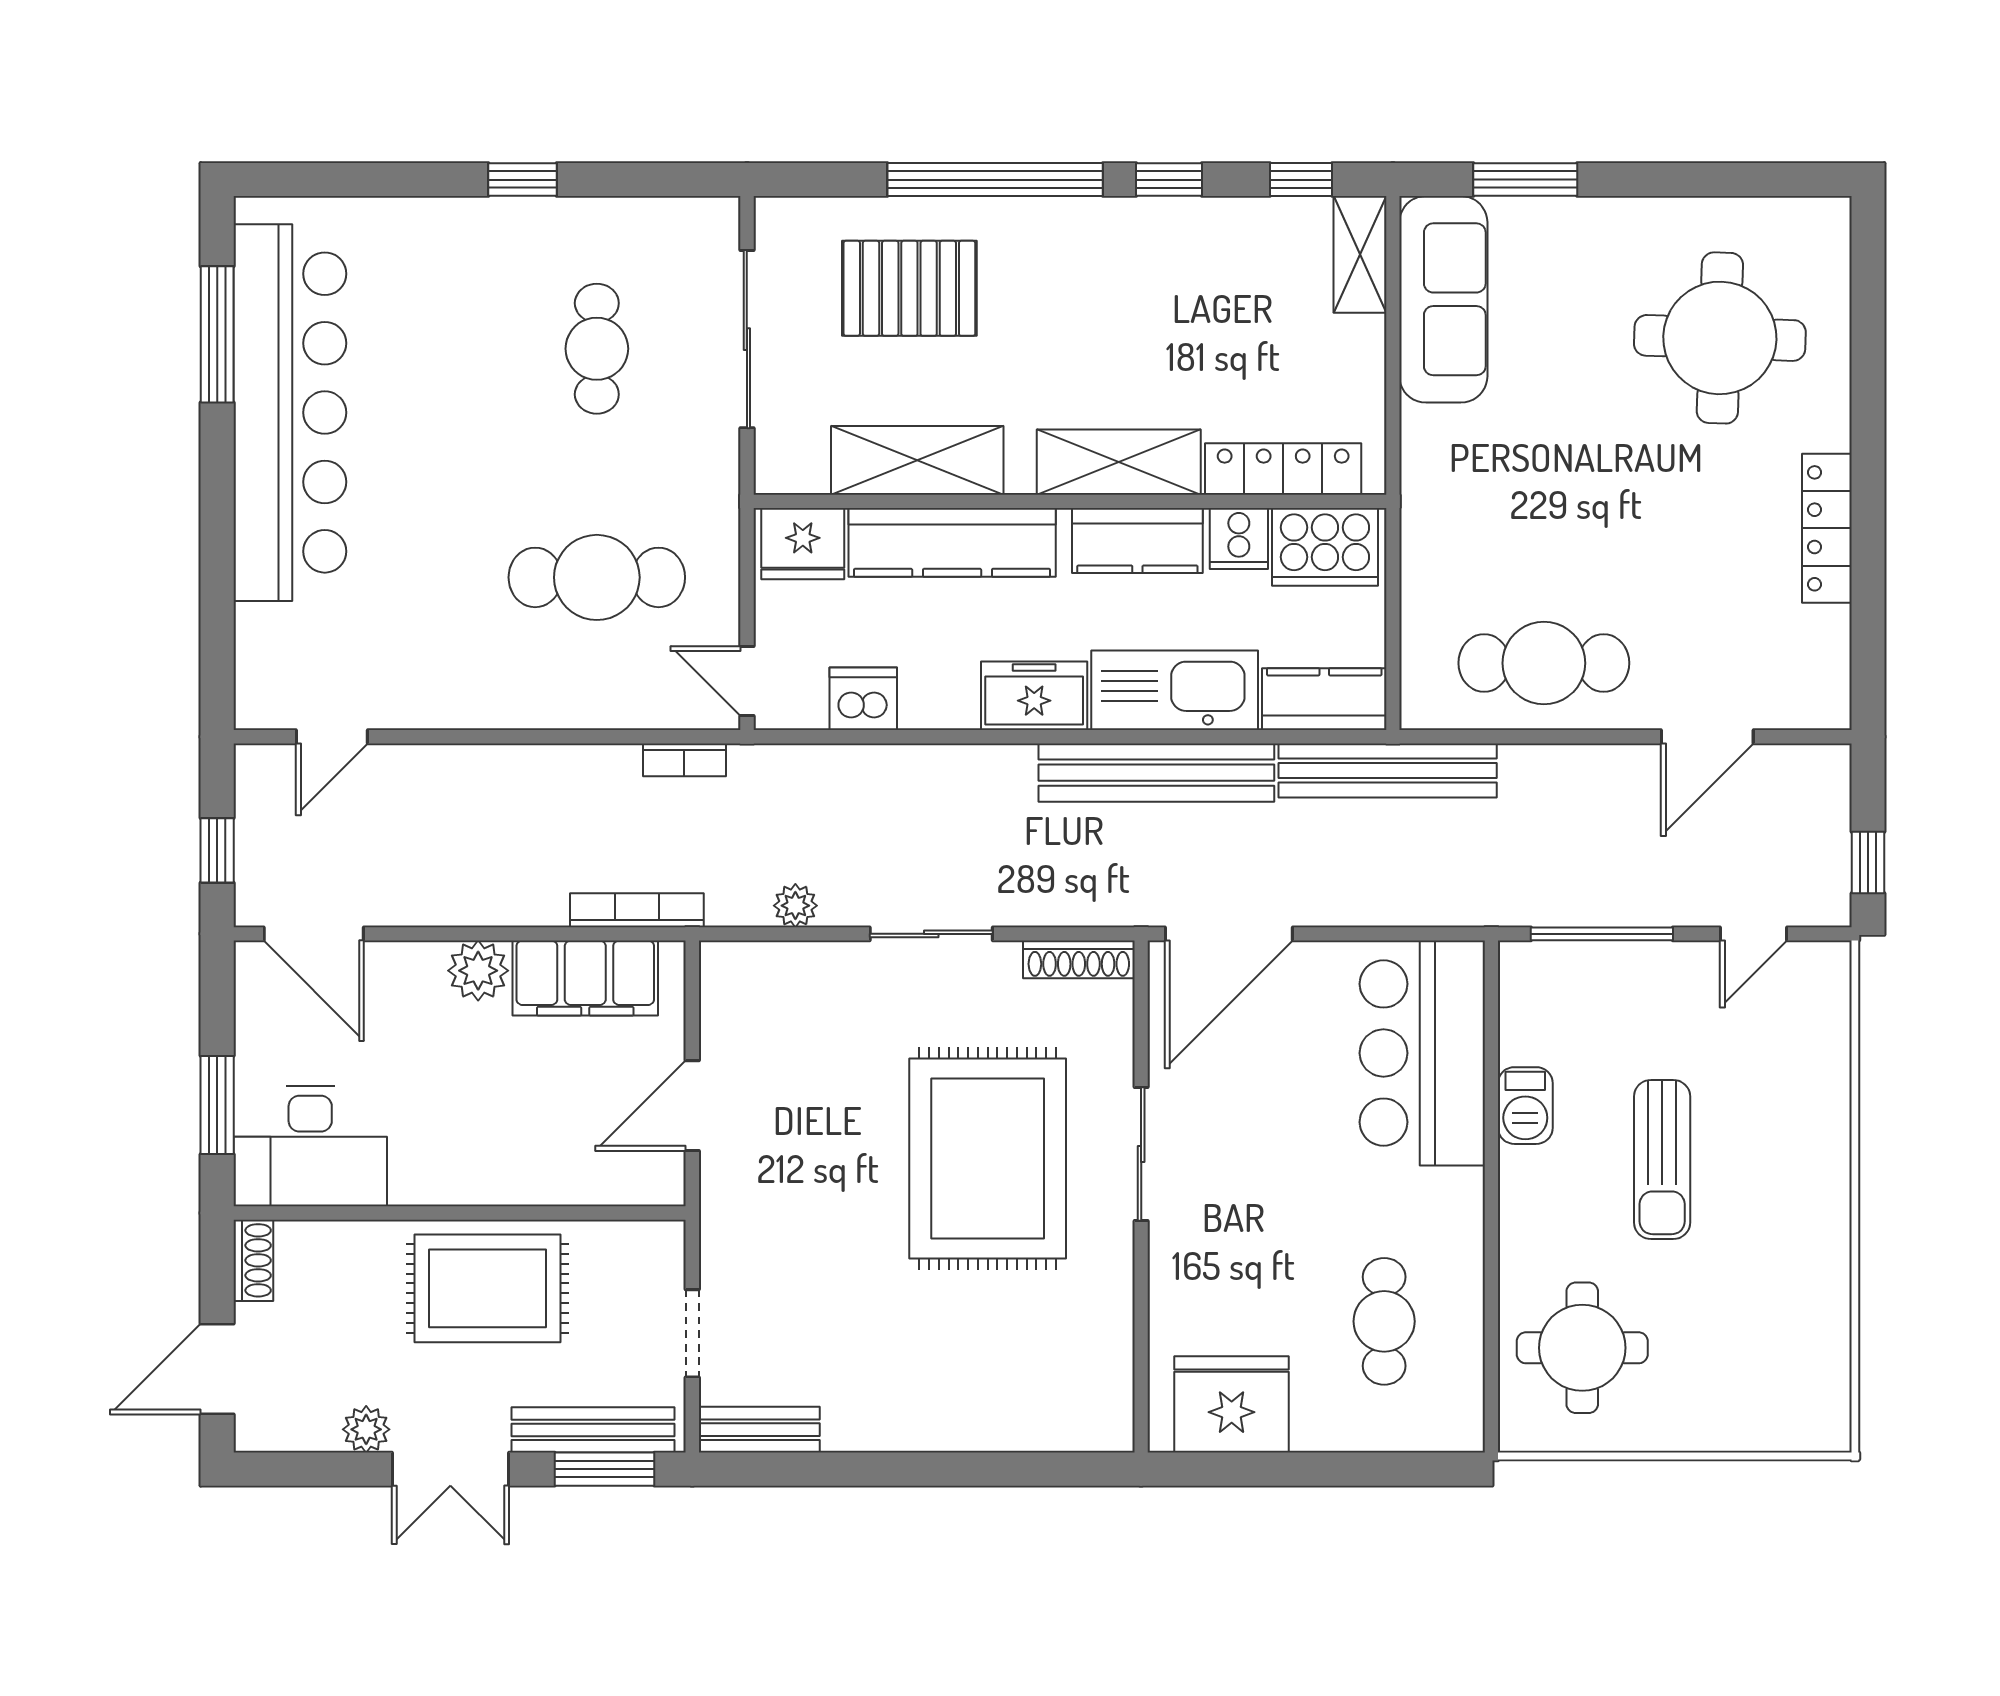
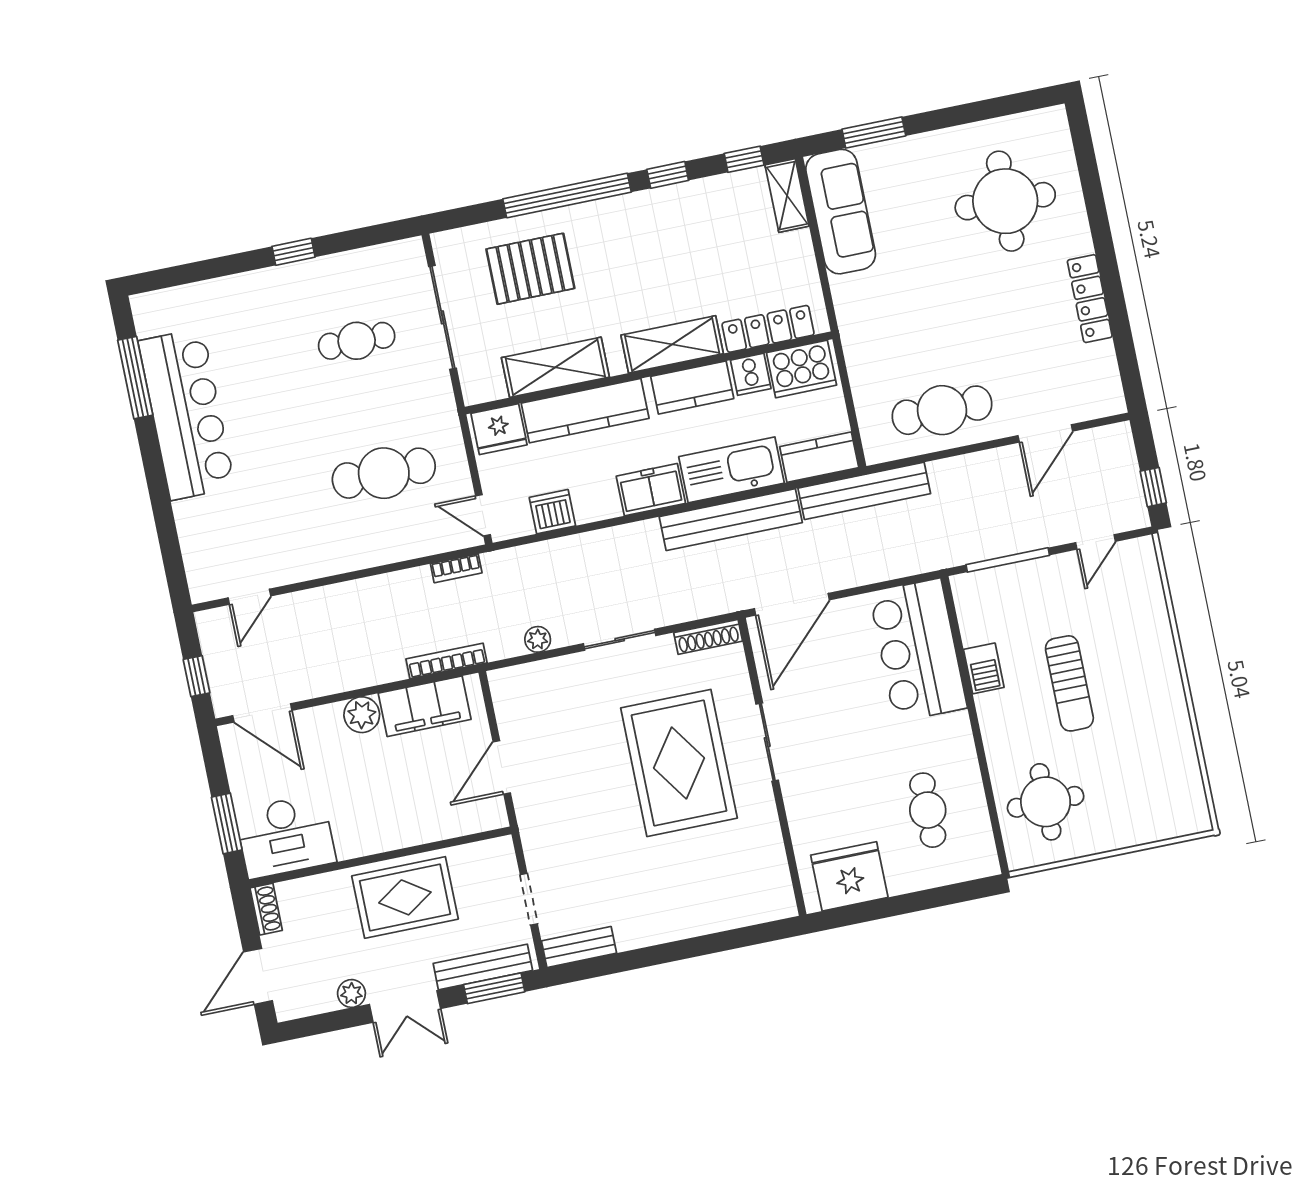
cafe table: (597, 349) -> (357, 341), turned 90
bar counter: (290, 413) -> (187, 414), width x0.73

